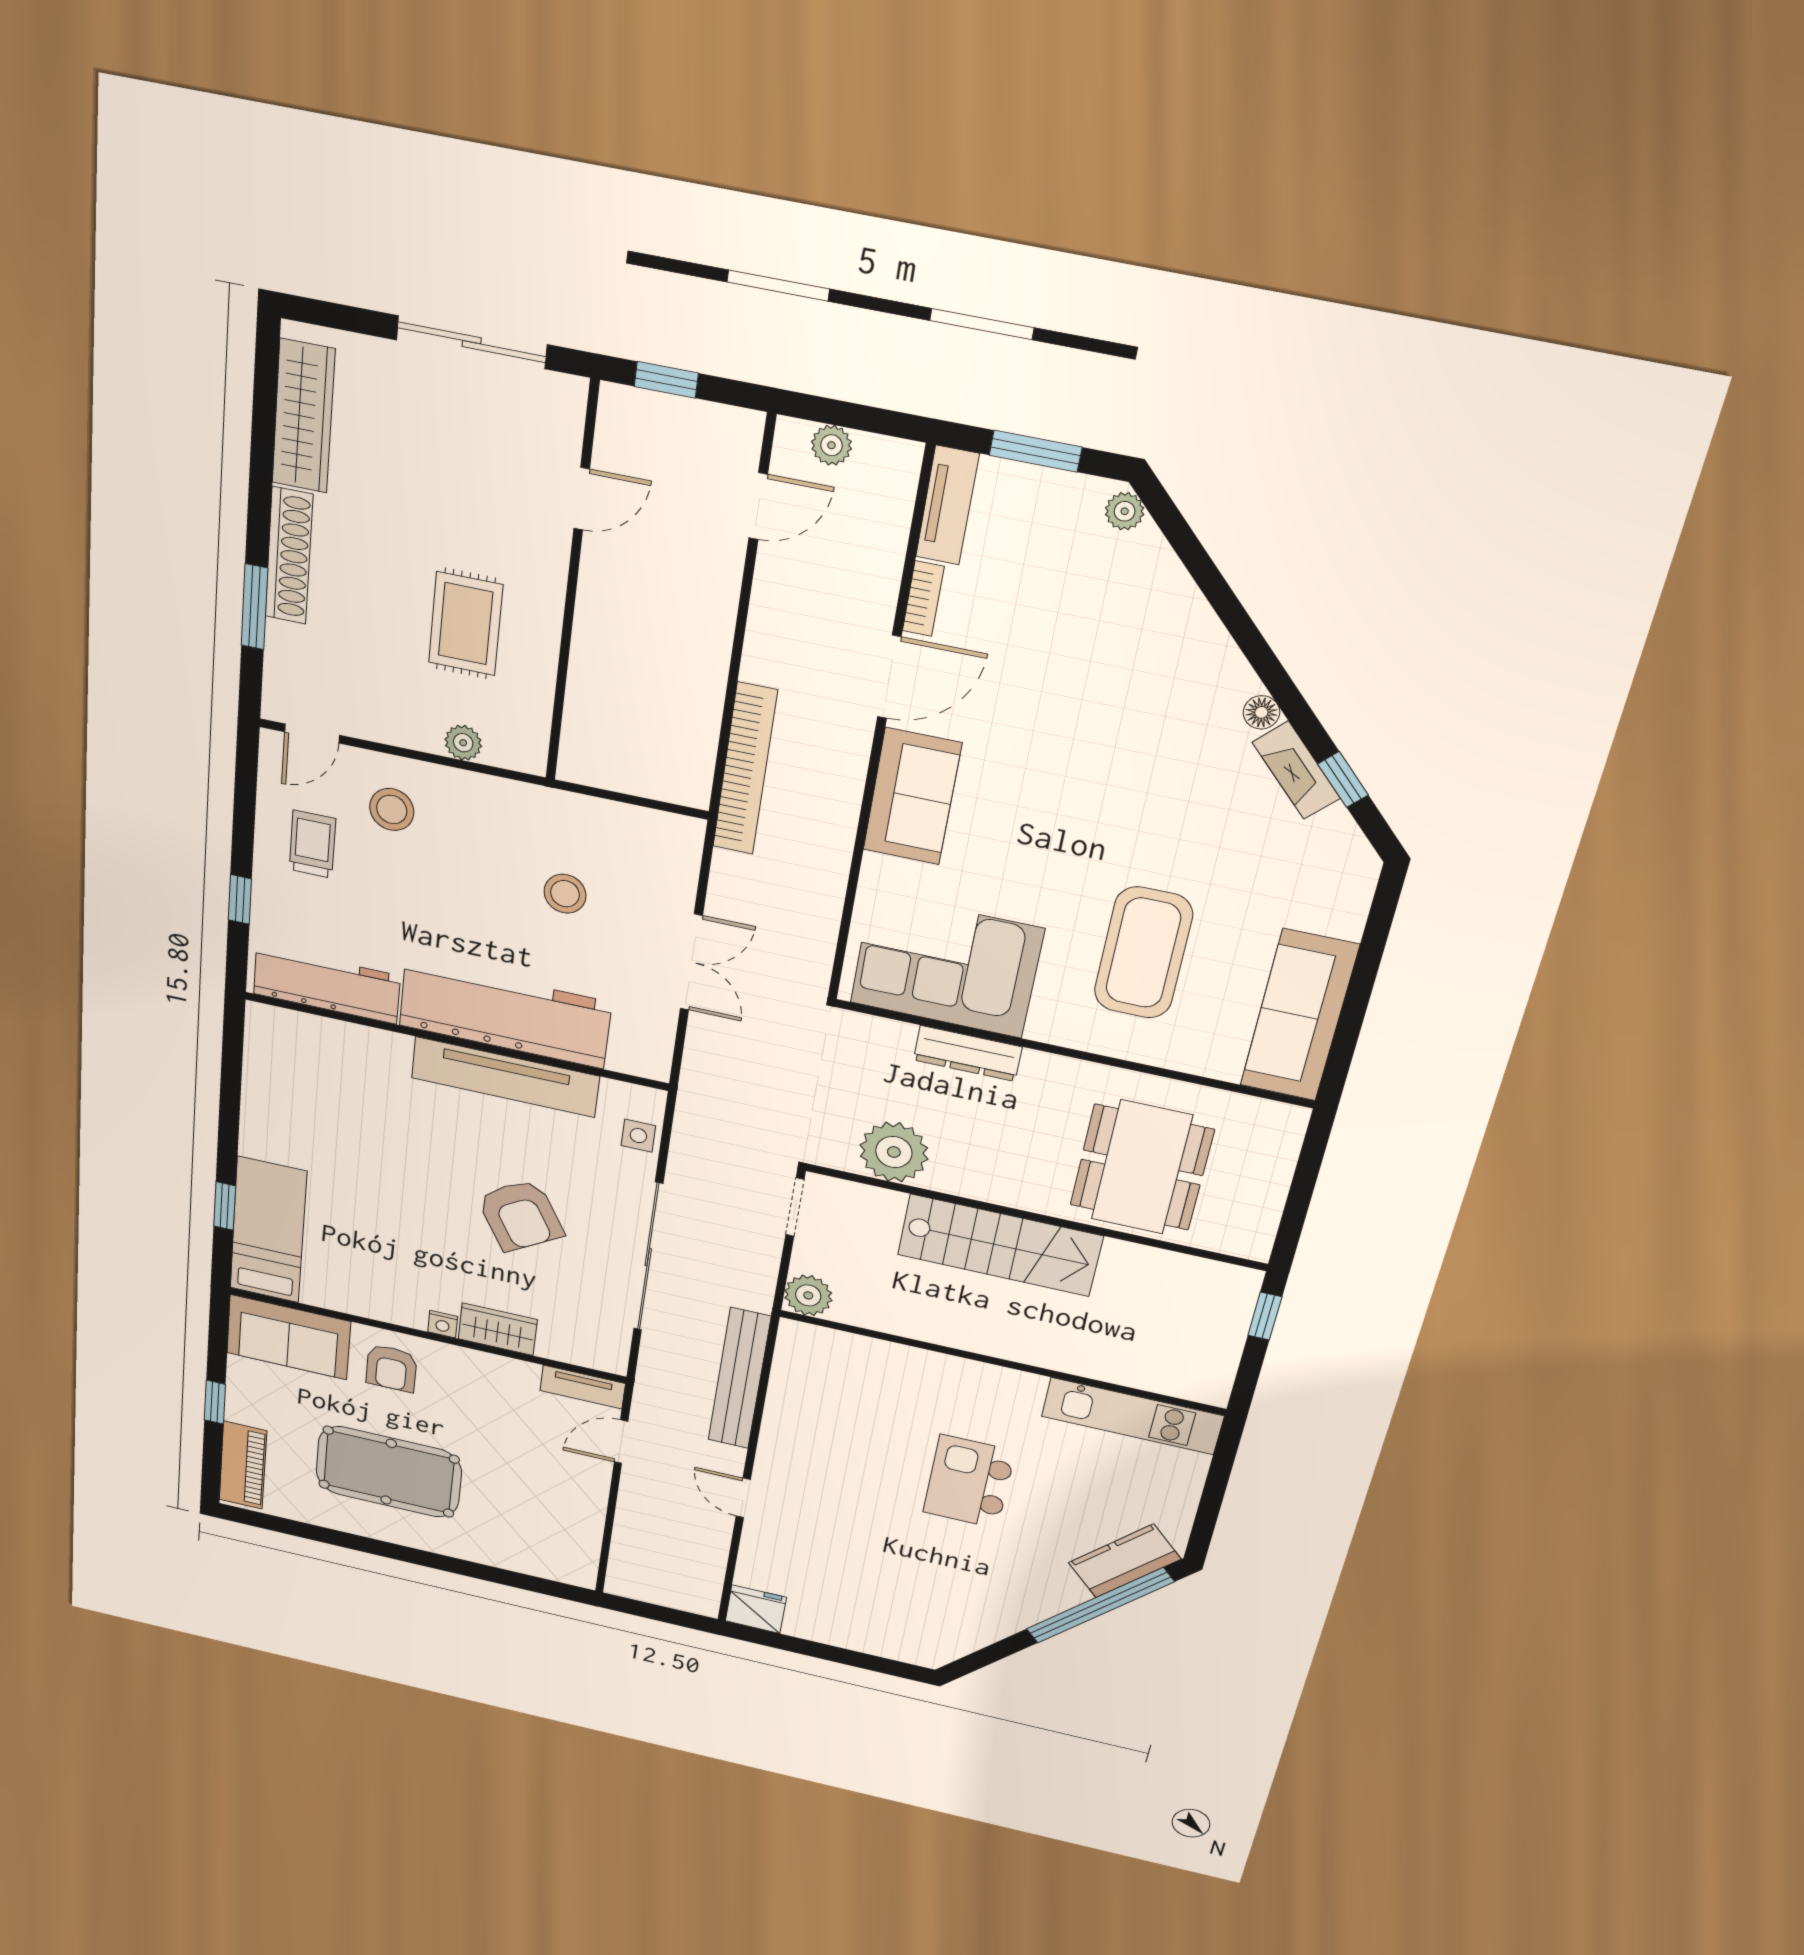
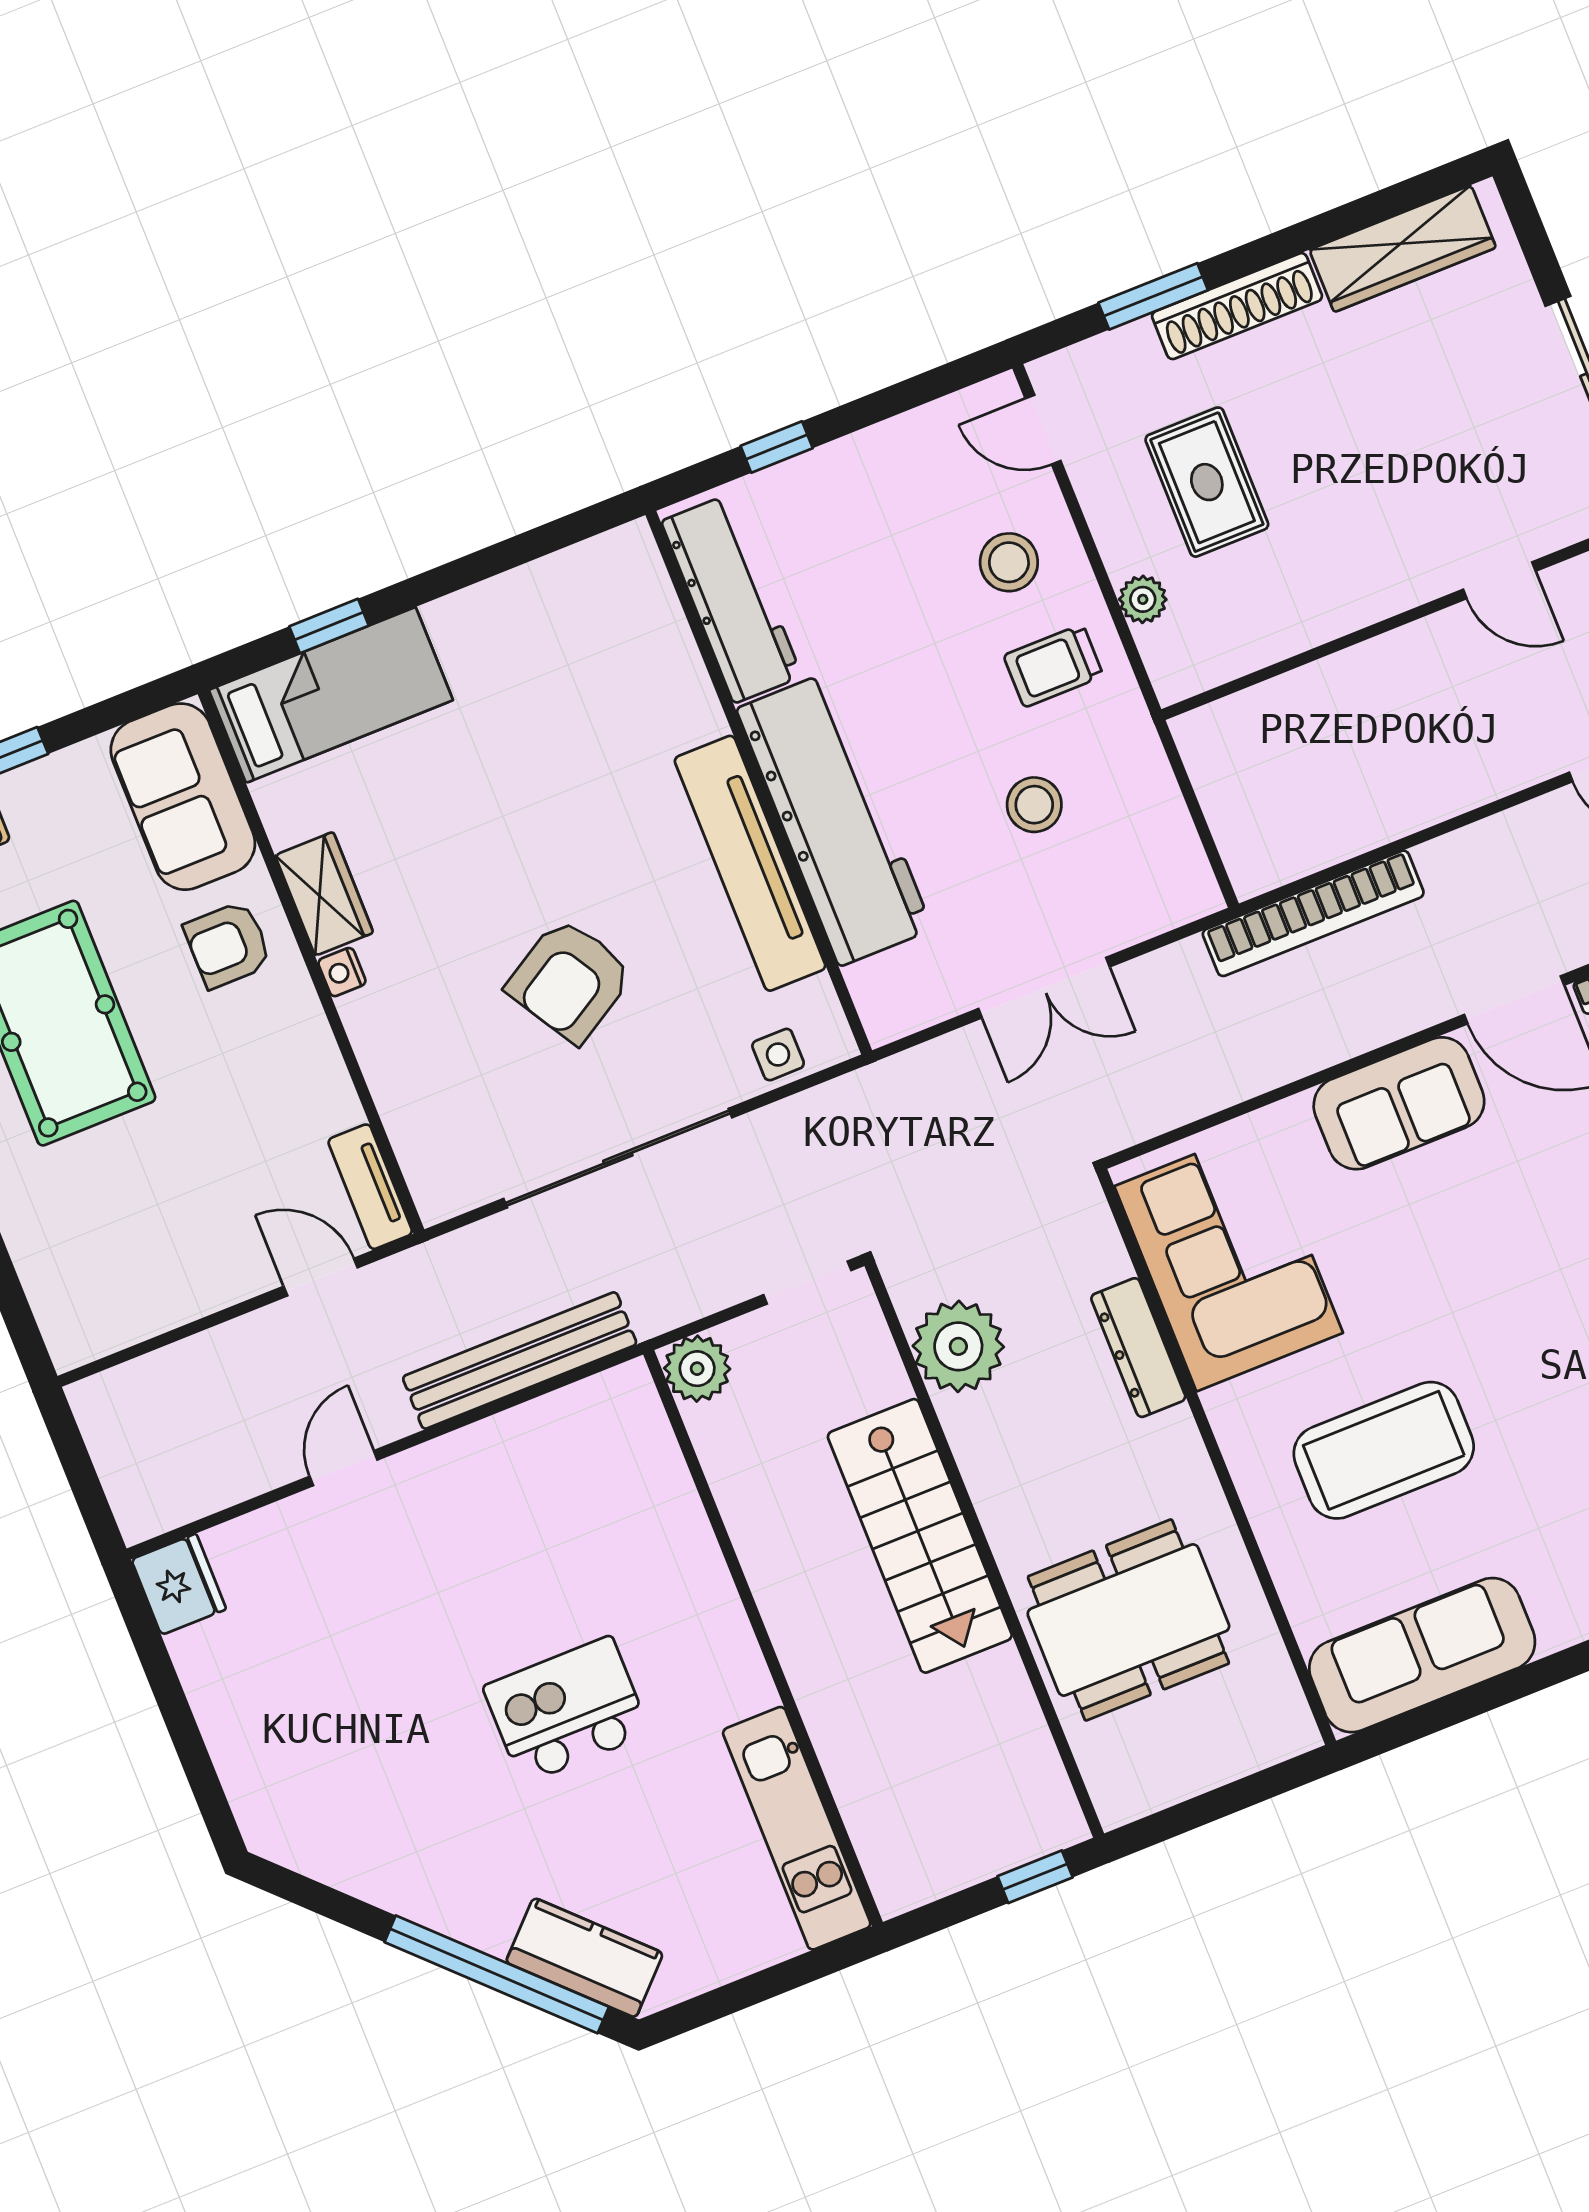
rug: (466, 624) -> (1207, 482), moved, turned 90
trolley: (312, 844) -> (1053, 666), moved, turned 180
wardrobe: (498, 1329) -> (324, 894), moved

